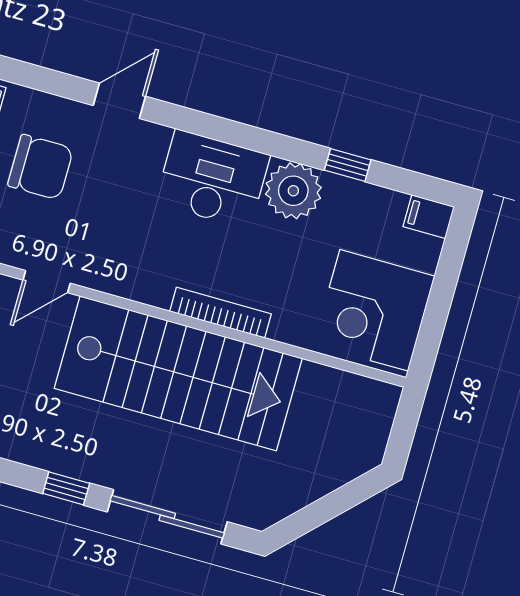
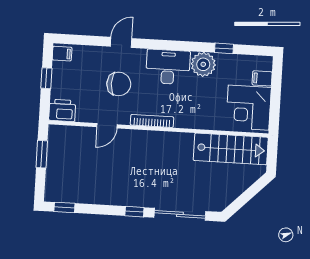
chair: (41, 167) -> (119, 84), moved
filing cabinet: (429, 217) -> (262, 78), moved
bookcase: (220, 313) -> (152, 121), moved
stairs: (178, 373) -> (231, 149), moved, width x0.73, depth x0.66

